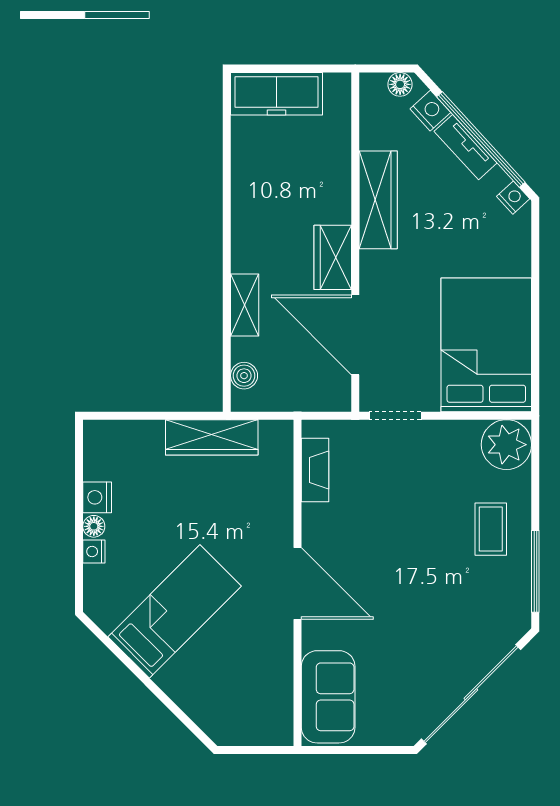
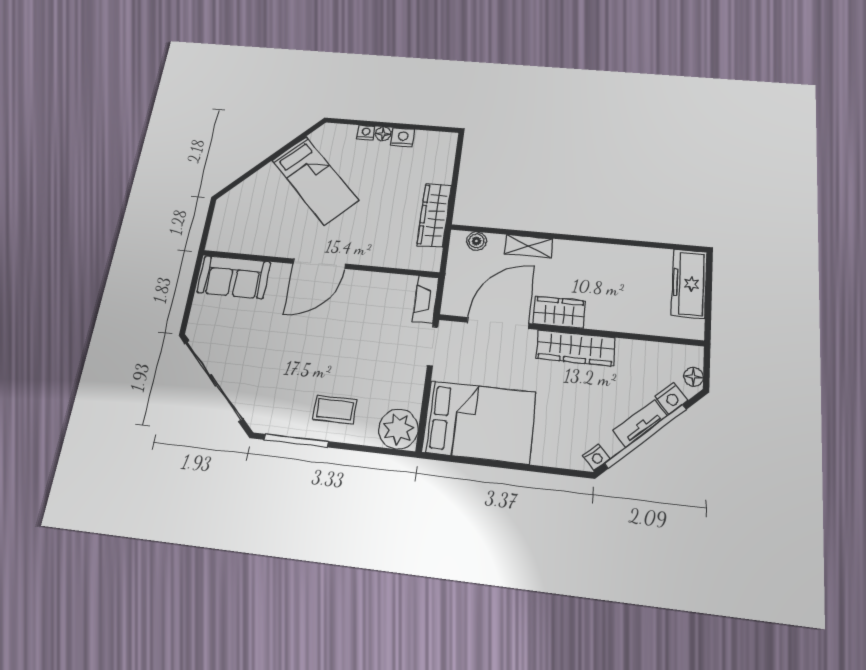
wardrobe: (378, 200) -> (576, 348), moved
fireplace: (315, 470) -> (426, 299), moved, turned 90

